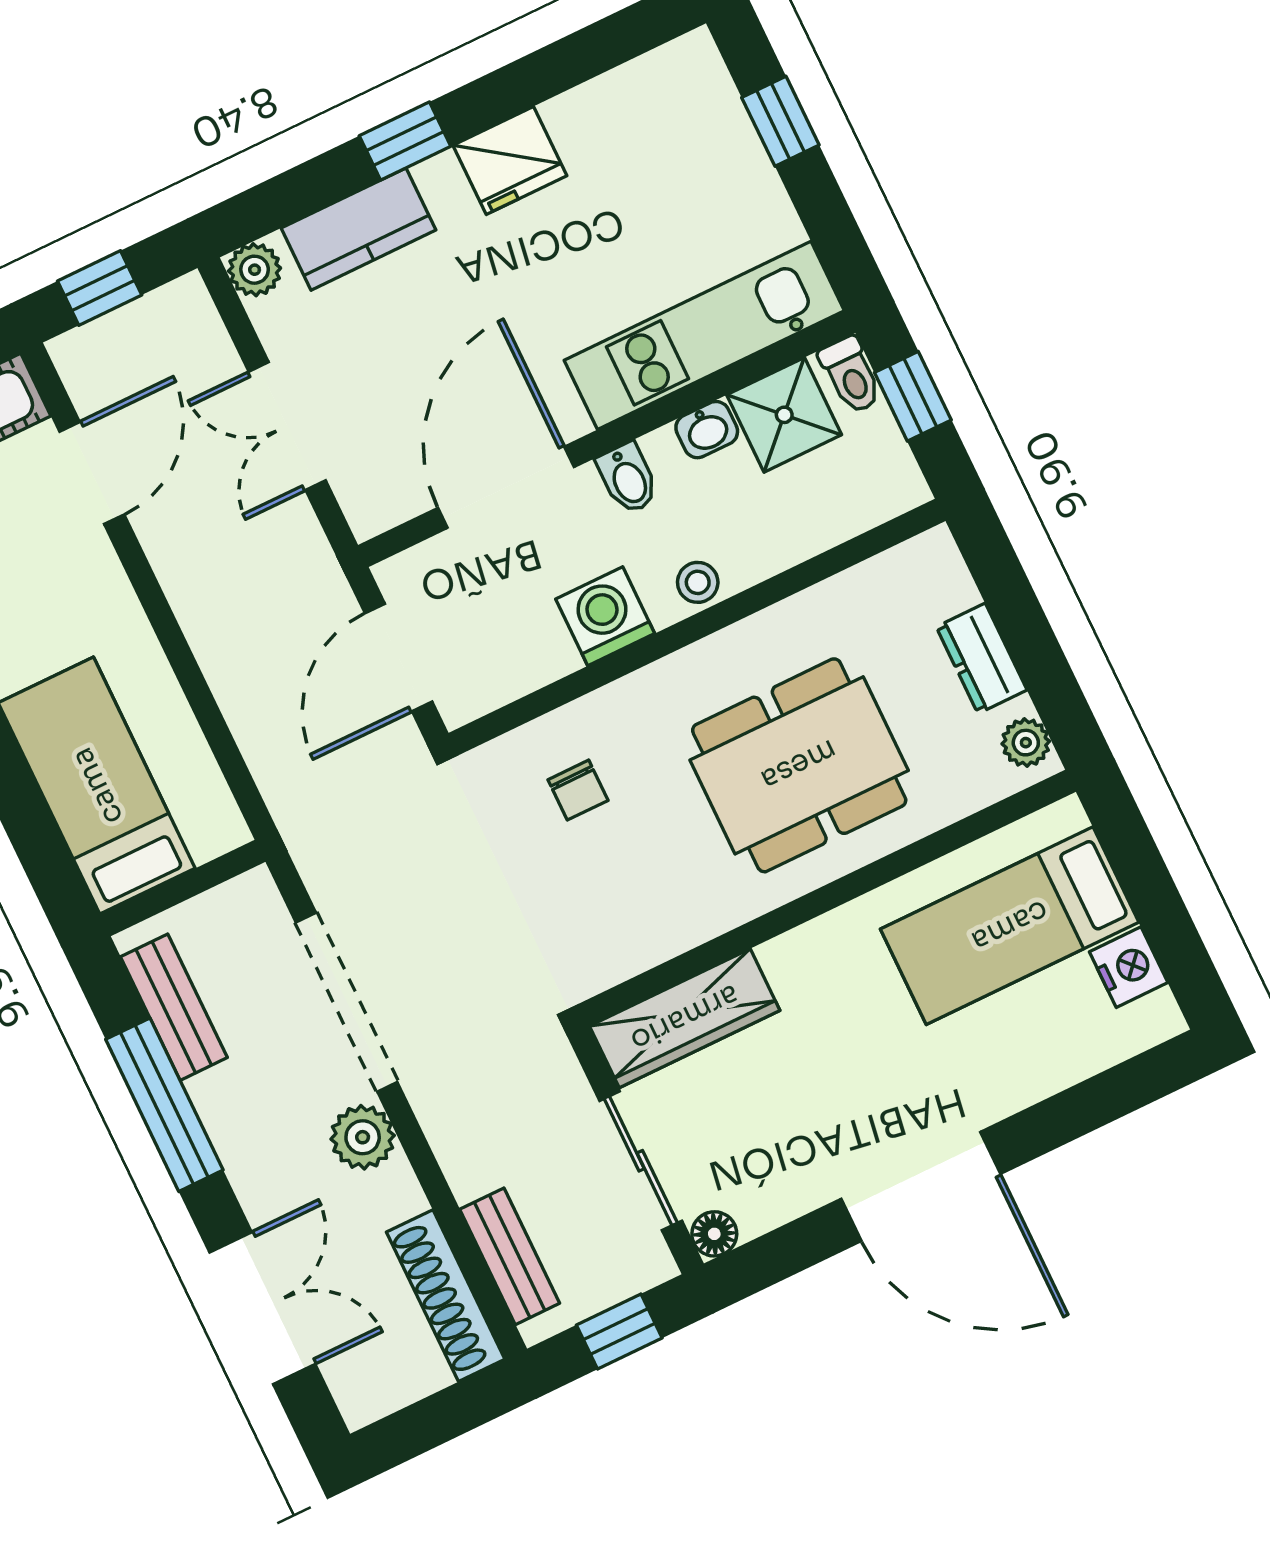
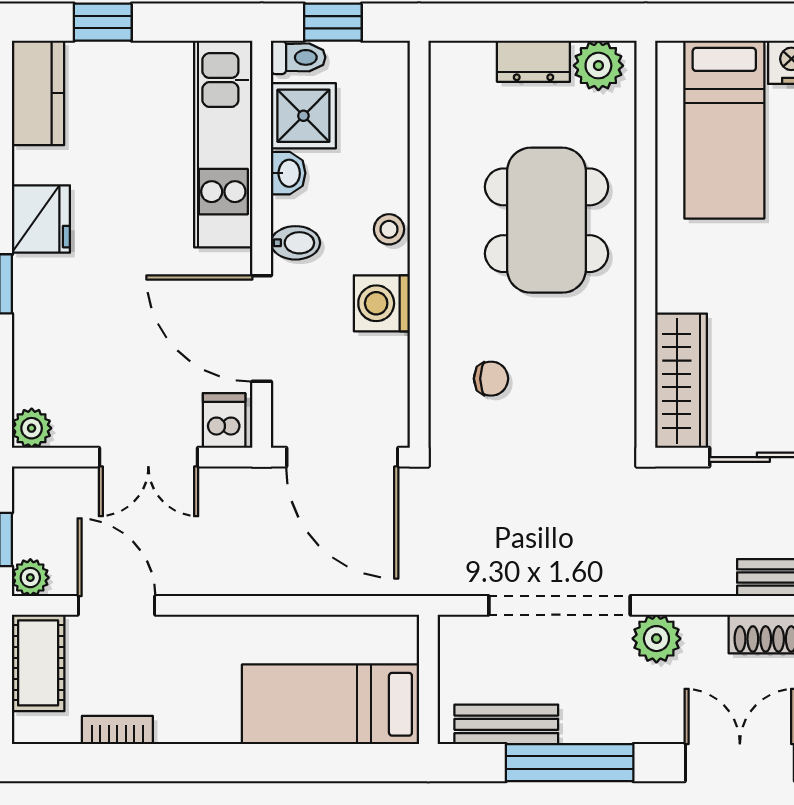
kitchen counter: (359, 229) -> (38, 93), moved
plant: (75, 354) -> (30, 578), added
dishwasher: (374, 495) -> (224, 421), added
door: (399, 658) -> (342, 457), width x1.36
plant: (1026, 743) -> (598, 66), width x1.38, depth x1.38

